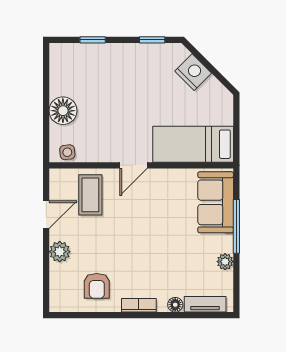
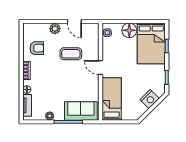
bed: (88, 69) -> (151, 43), added
coffee table: (90, 195) -> (71, 54), moved
armchair: (97, 286) -> (37, 48), turned 180

